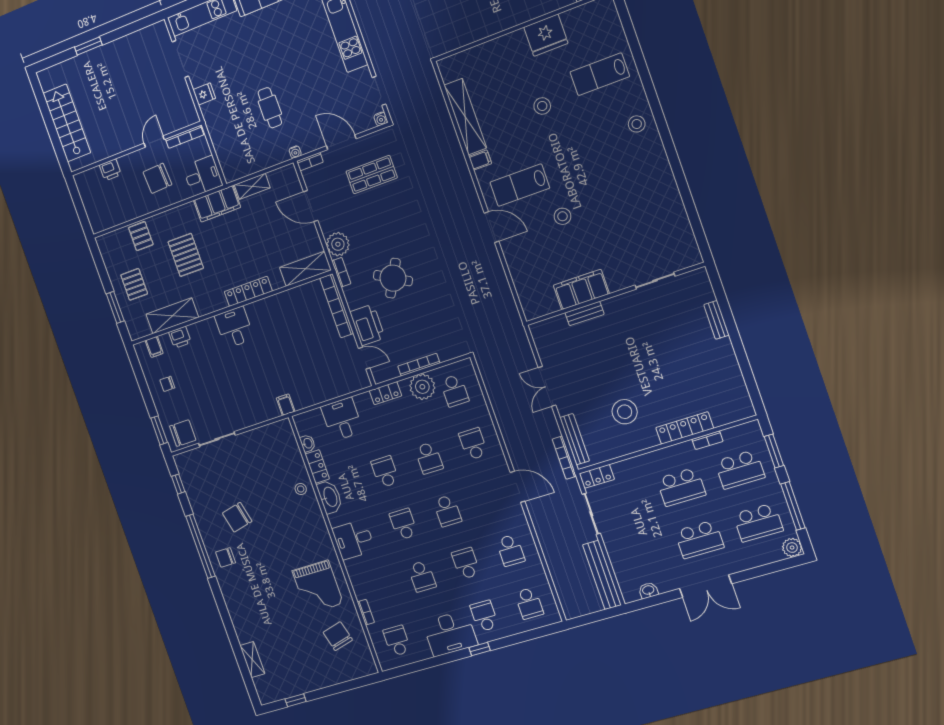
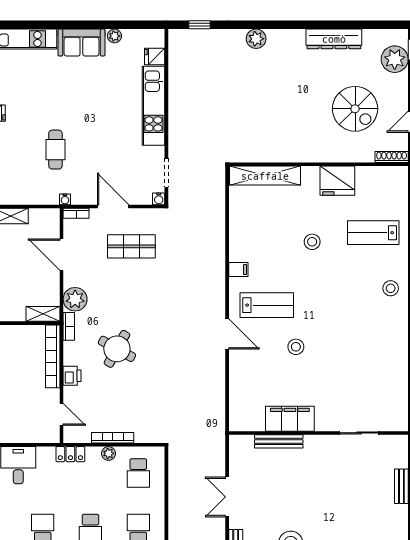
shelving: (465, 117) -> (265, 176), moved, turned 90
lab bench: (520, 185) -> (267, 305), turned 180
shelving: (305, 269) -> (43, 314), width x0.67, depth x0.75
bench: (585, 314) -> (279, 441), width x1.36
printer: (367, 325) -> (72, 376), width x0.53, depth x0.68
plant: (422, 387) -> (109, 453), width x0.53, depth x0.53

